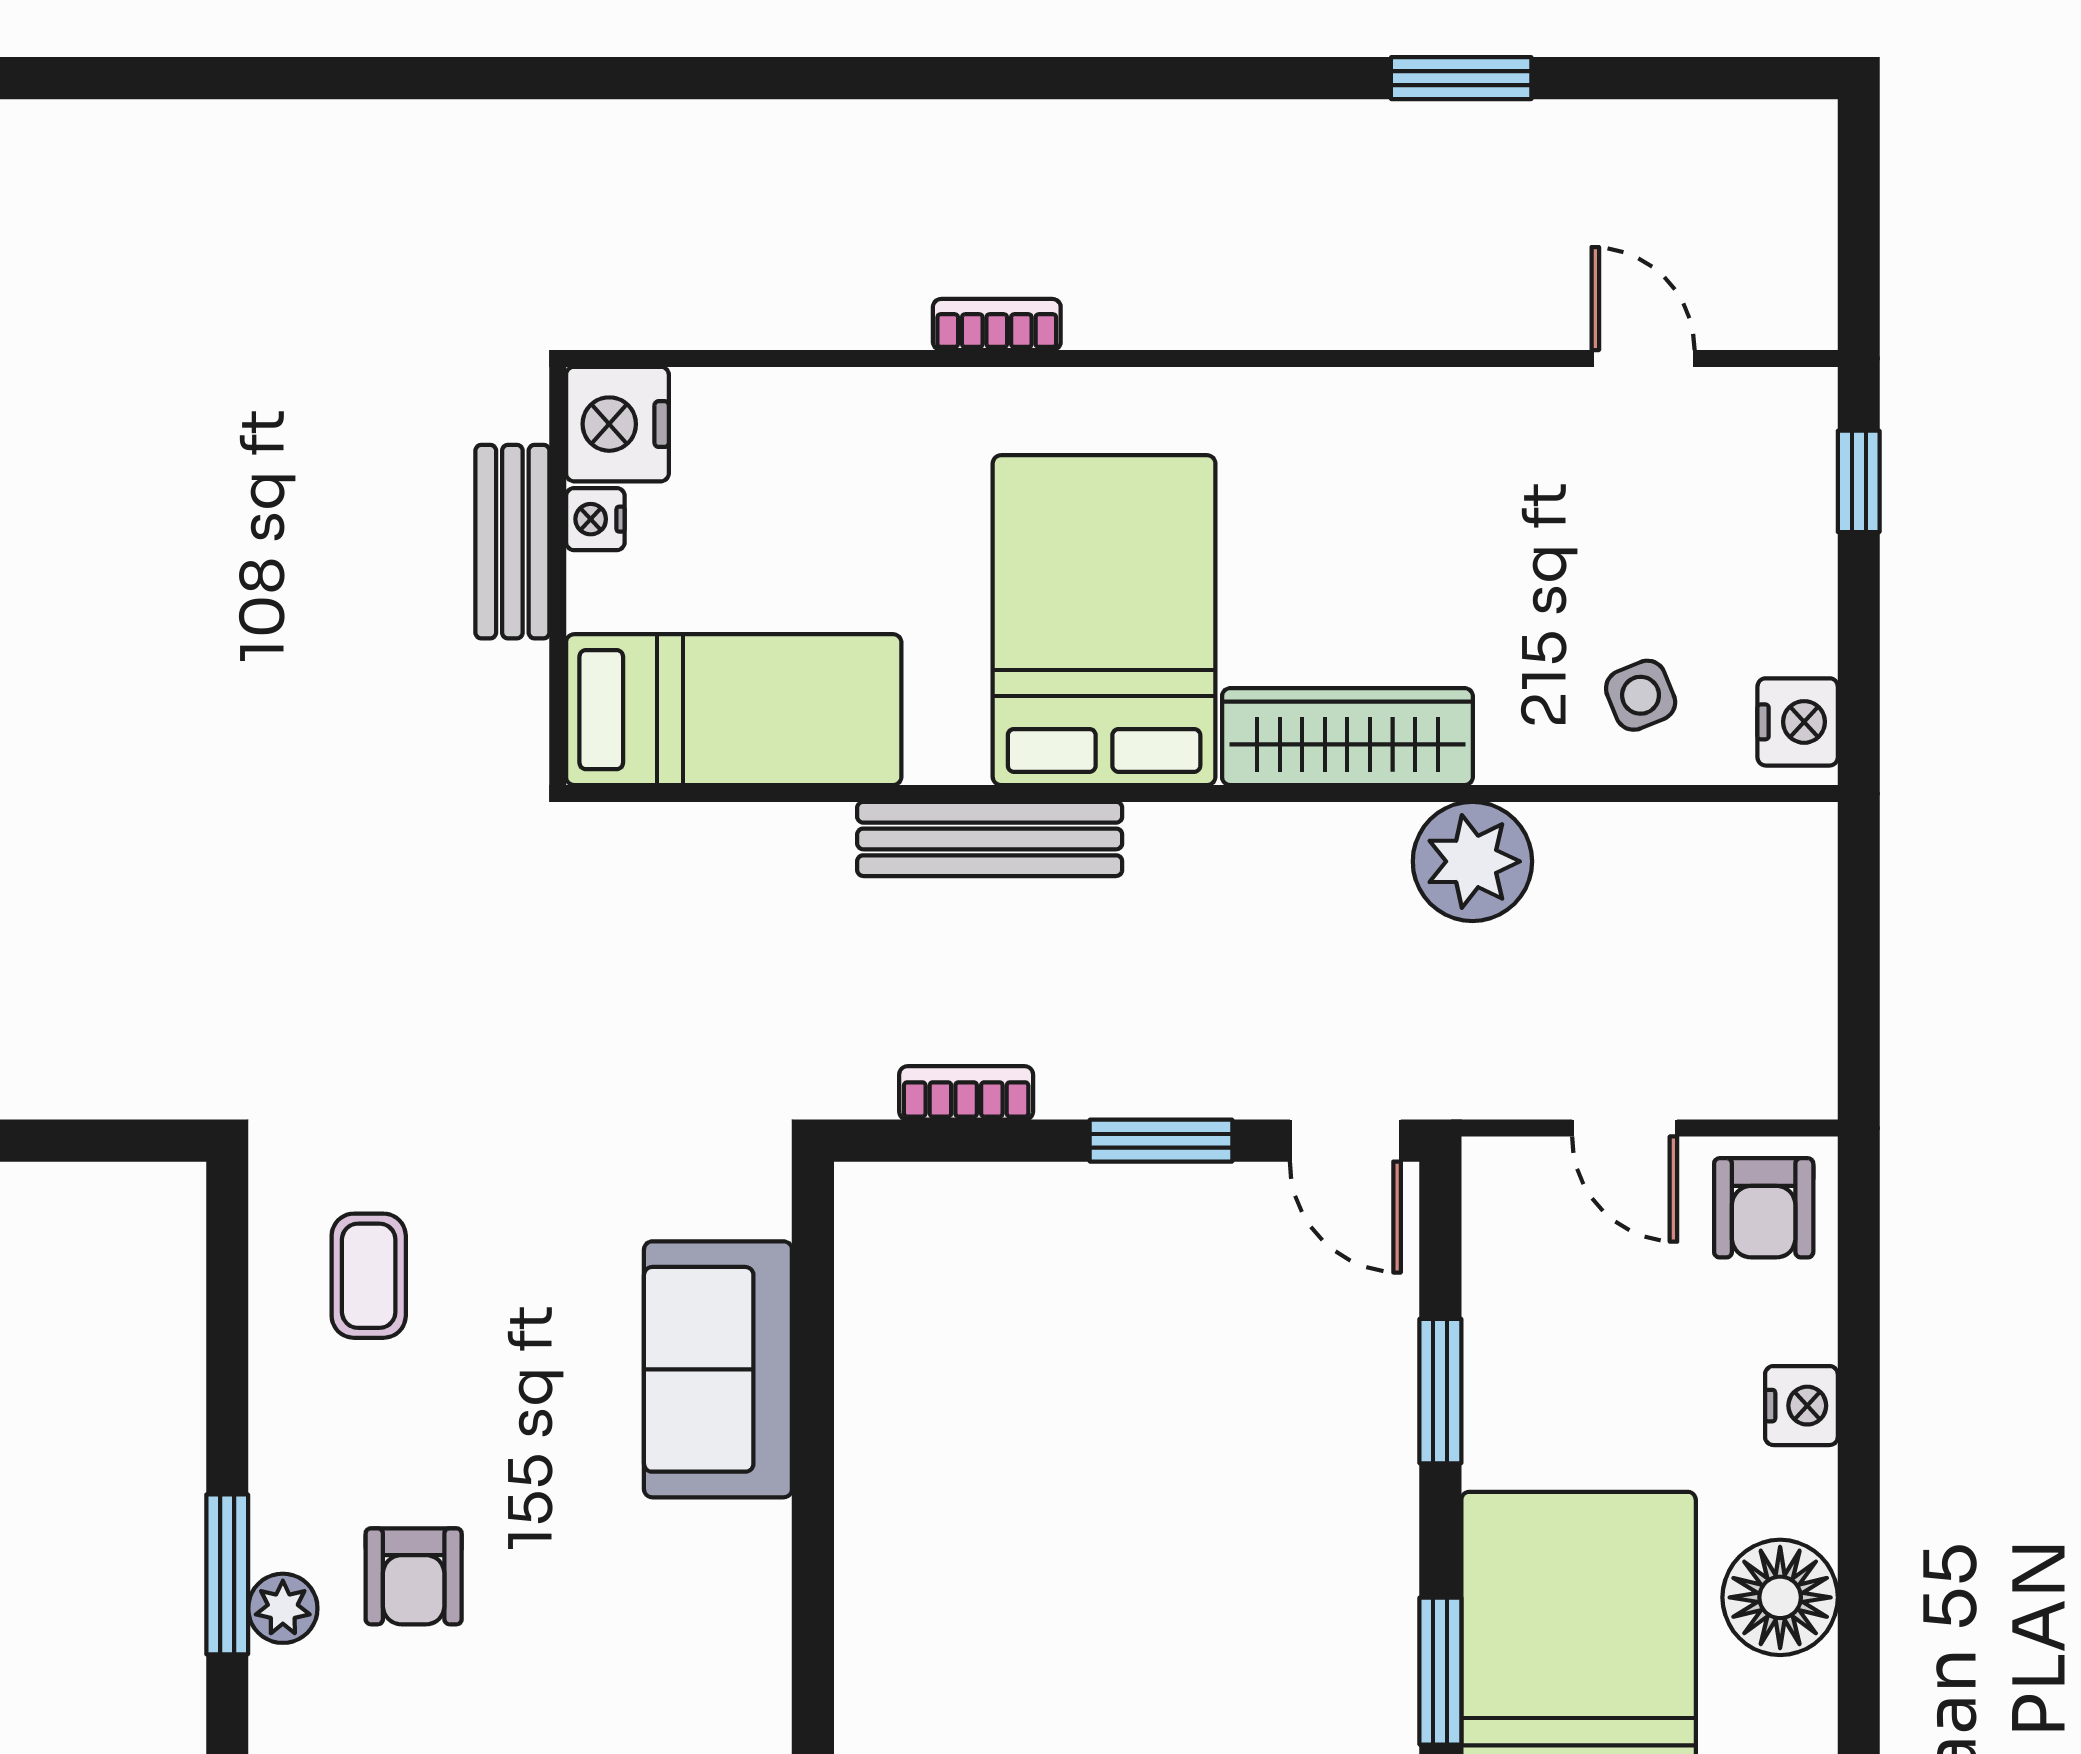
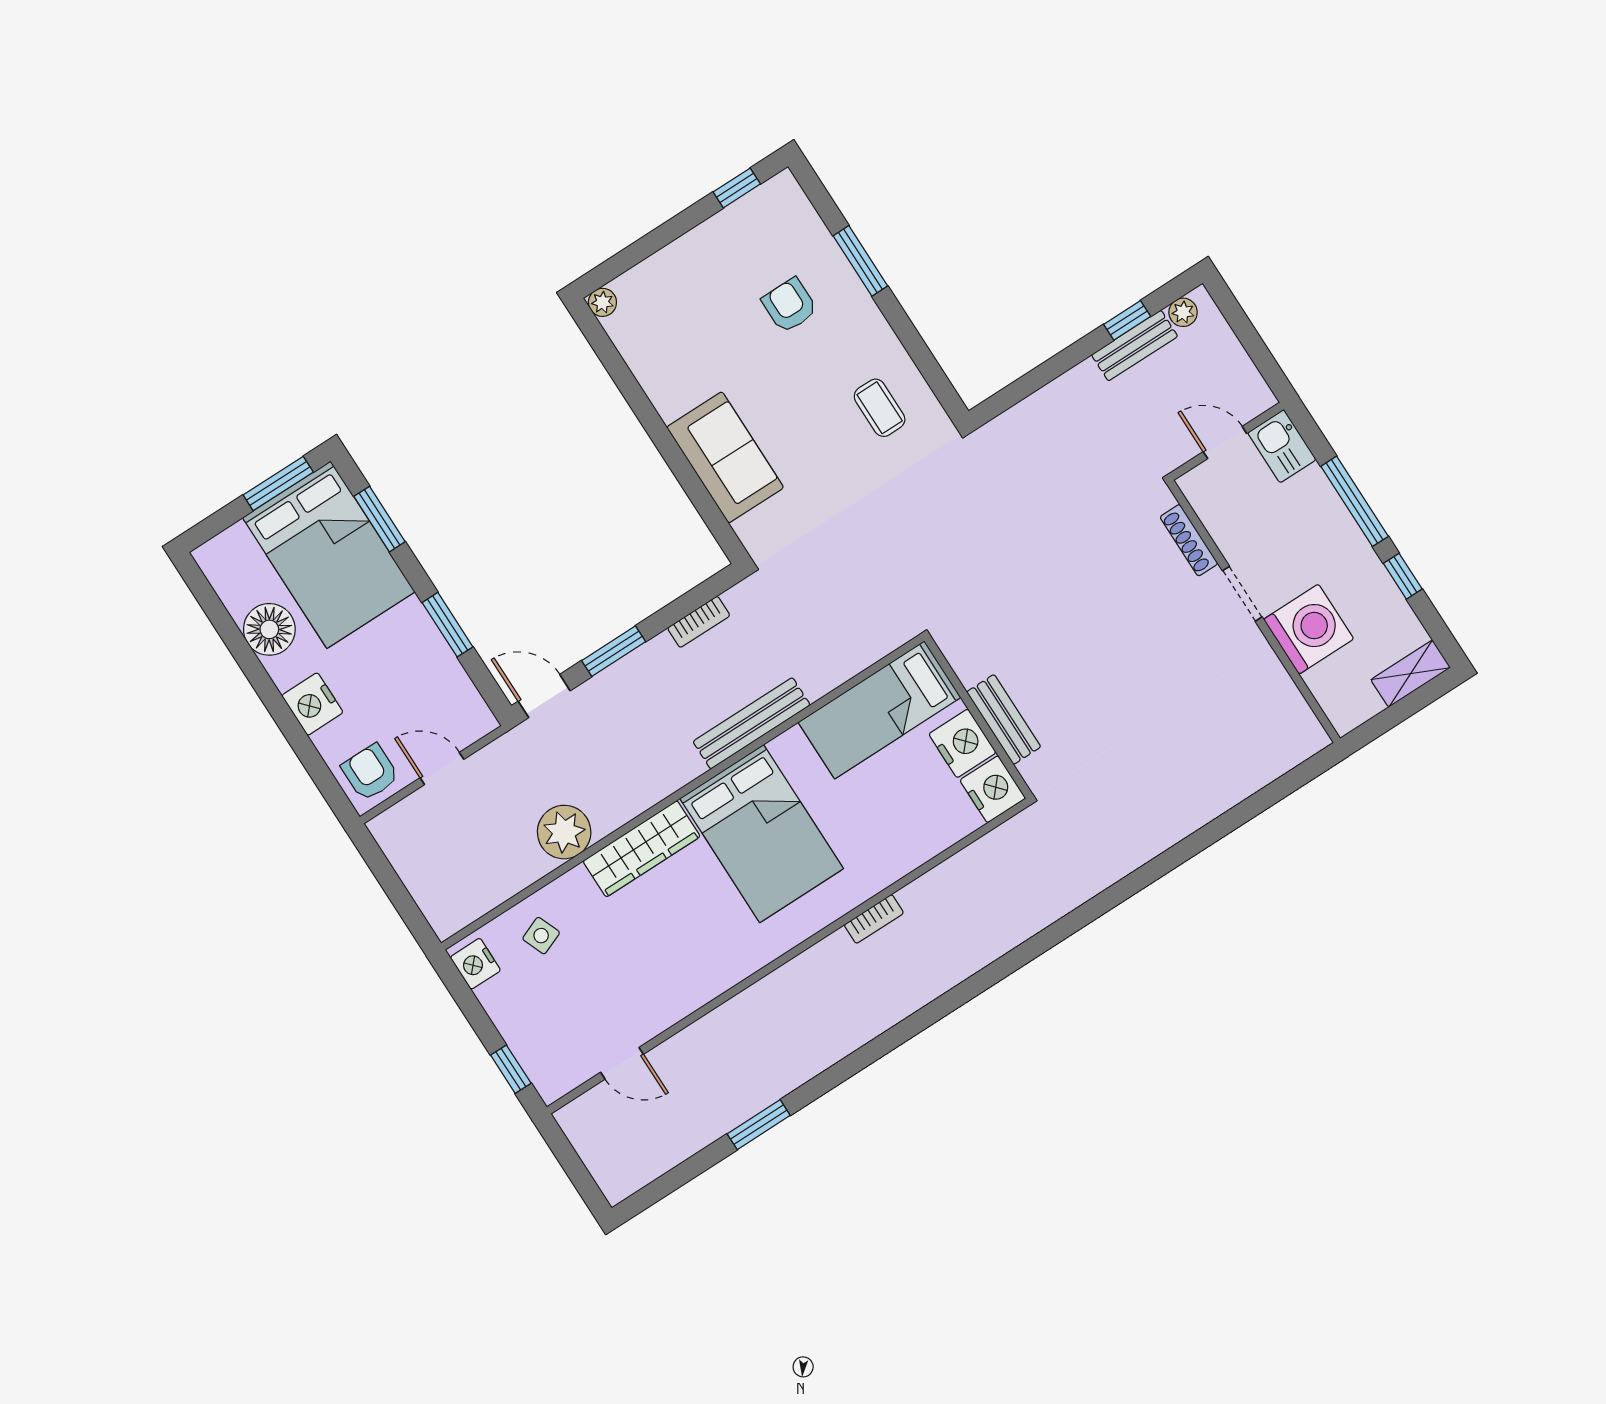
nightstand: (595, 519) -> (962, 743), width x1.89, depth x1.79
nightstand: (1801, 1406) -> (312, 704), width x1.36, depth x1.33
plant: (283, 1608) -> (831, 262), removed

